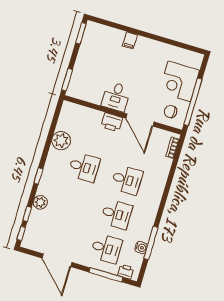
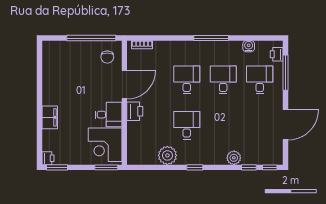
printer: (92, 27) -> (48, 158), added
filing cabinet: (130, 40) -> (50, 117), width x2.00
corner desk: (179, 81) -> (105, 145), moved, turned 90
window: (38, 176) -> (195, 167), moved
window: (151, 243) -> (211, 38), moved

